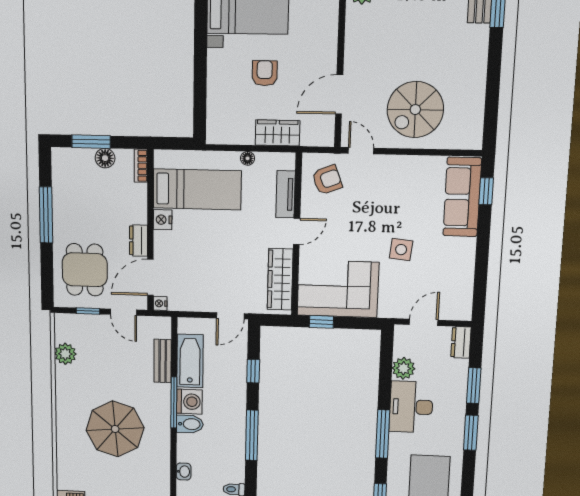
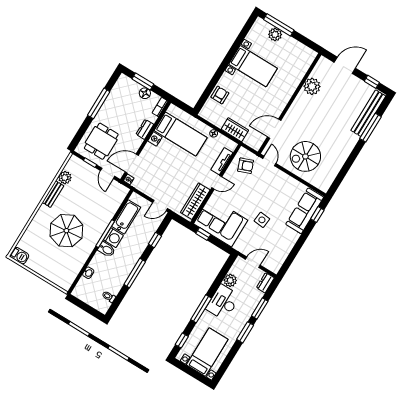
armchair: (265, 73) -> (220, 95), moved
dresser: (139, 241) -> (145, 129), moved
bench: (163, 361) -> (53, 194), moved

